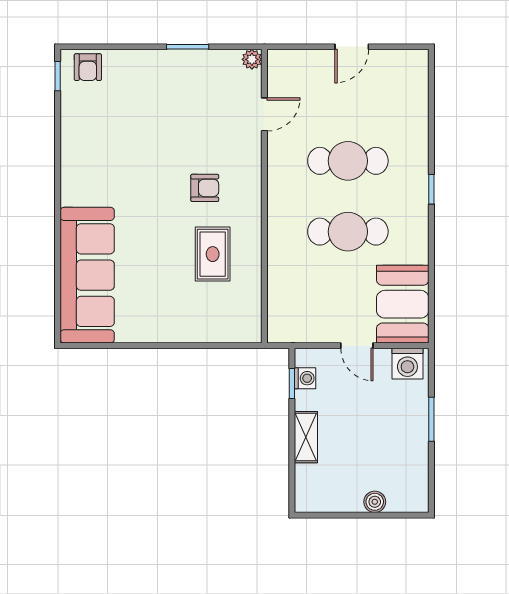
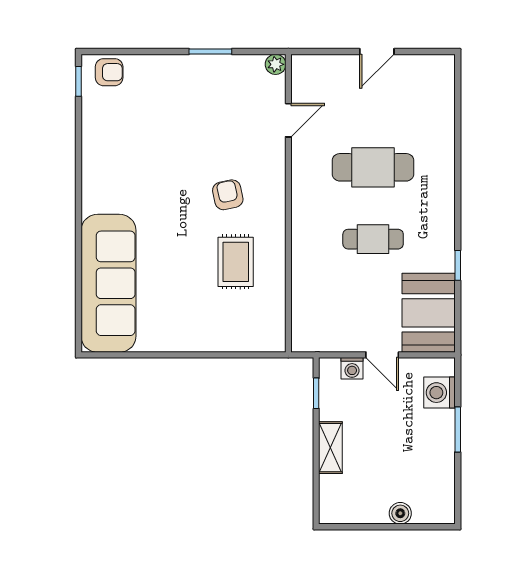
armchair: (88, 67) -> (109, 72), turned -90
armchair: (205, 188) -> (228, 195), turned -102
window: (431, 189) -> (458, 265), moved
cafe table: (348, 232) -> (373, 239), width x0.73, depth x0.74
washing machine: (407, 364) -> (440, 393), moved, turned 90
washing machine: (305, 378) -> (352, 368), moved, turned 90

